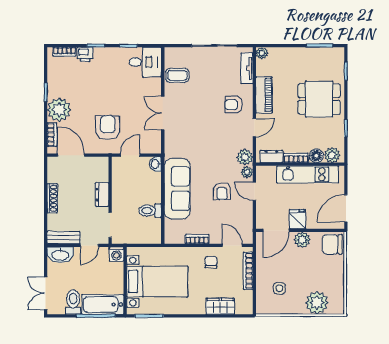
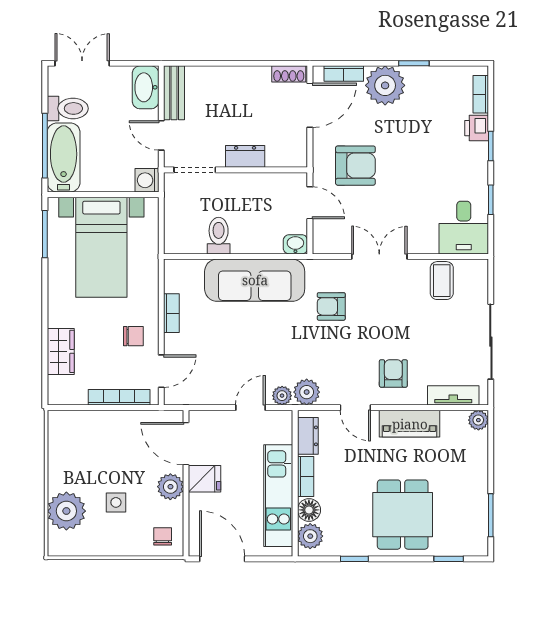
armchair: (222, 191) -> (331, 306), moved
shoe rack: (52, 198) -> (289, 74), moved, width x0.70
chair: (332, 244) -> (163, 536), width x0.54, depth x0.54
side table: (279, 288) -> (116, 502), moved

